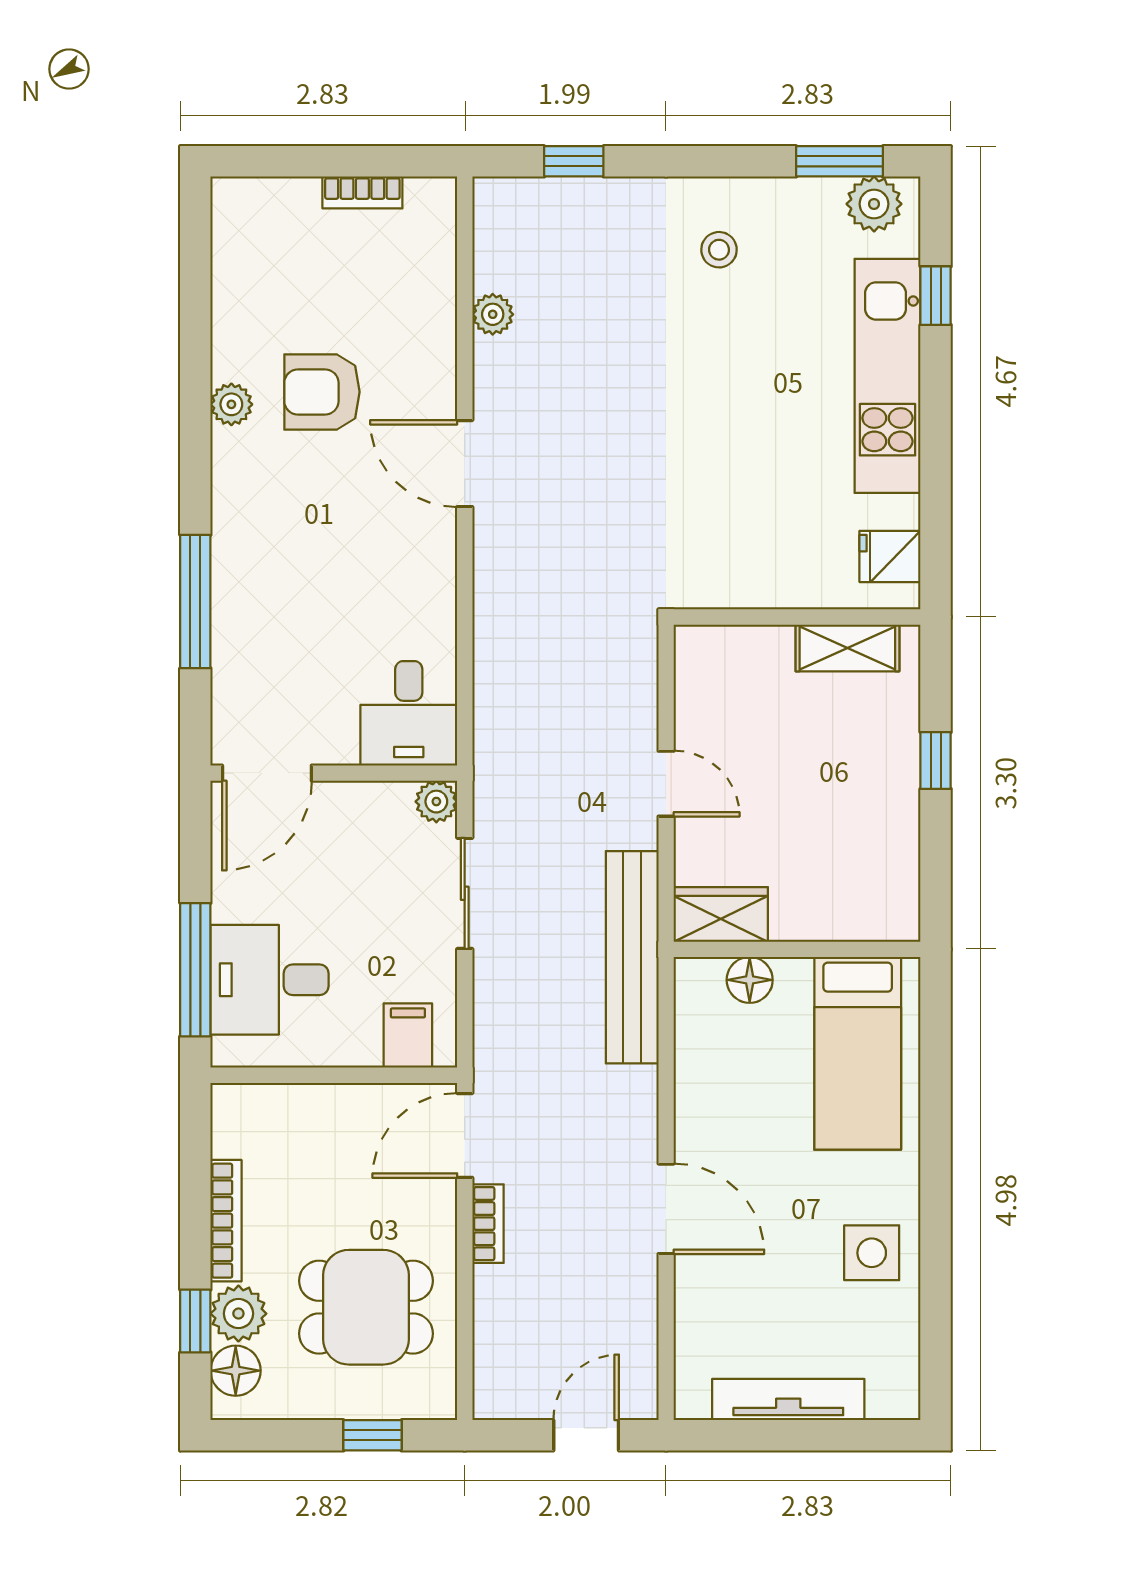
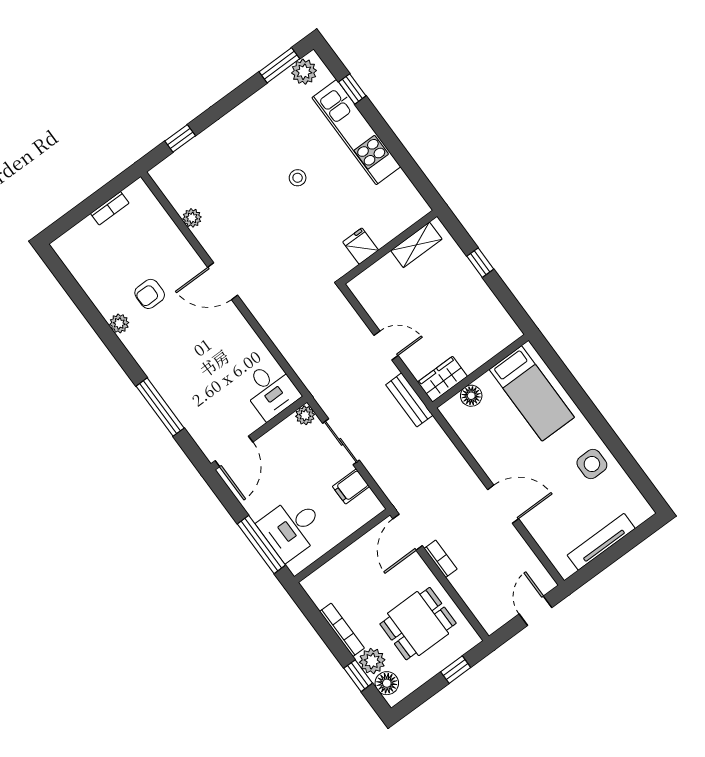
stool: (719, 250) -> (298, 178), moved
armchair: (322, 392) -> (150, 294), width x0.72, depth x0.72
fridge: (890, 556) -> (361, 246), moved, turned 90
bench: (632, 957) -> (409, 400), width x0.54, depth x0.82
filing cabinet: (408, 1035) -> (351, 486), moved, turned -90

